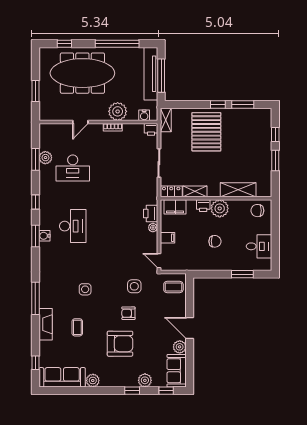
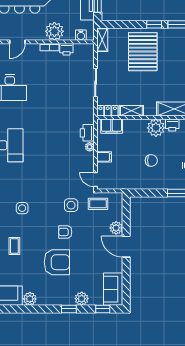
printer: (151, 129) -> (66, 49), moved
printer: (203, 206) -> (172, 125), moved
coffee table: (173, 287) -> (98, 204), moved
plant: (180, 347) -> (116, 228), moved

